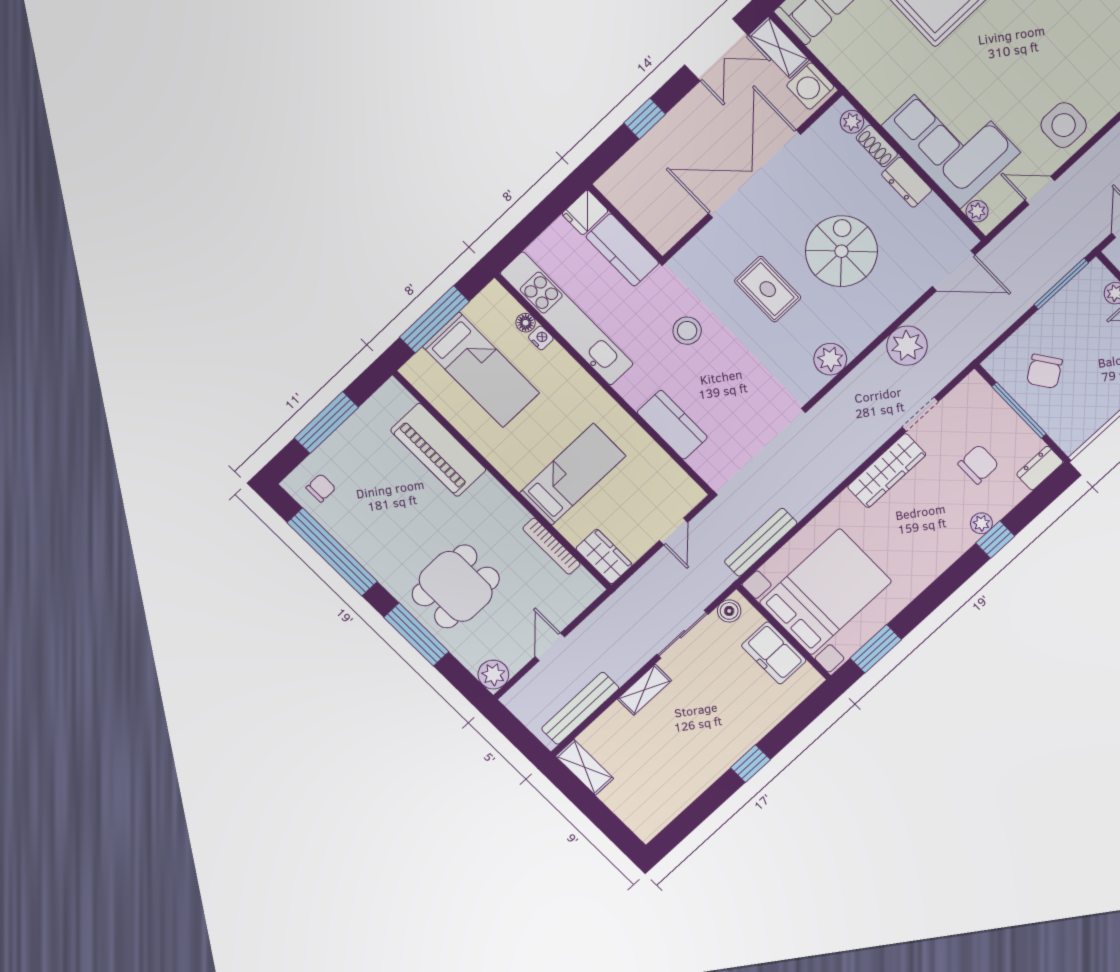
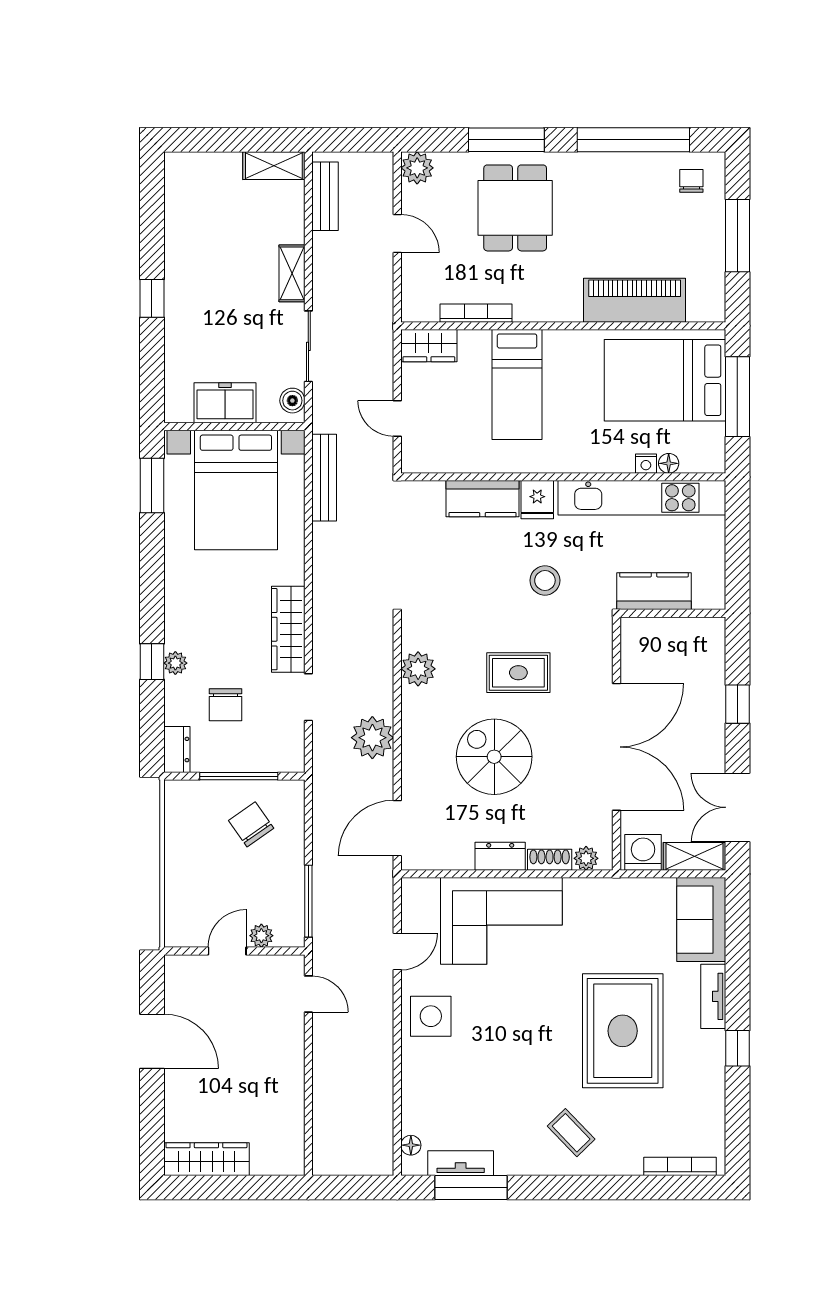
plant: (977, 211) -> (427, 889), removed
fridge: (585, 212) -> (537, 500), moved, turned 180
spiral stairs: (841, 251) -> (494, 757), turned 180
bed: (481, 370) -> (665, 380), width x1.50
chair: (321, 488) -> (691, 181), turned 180
bench: (580, 708) -> (325, 196), width x0.73

